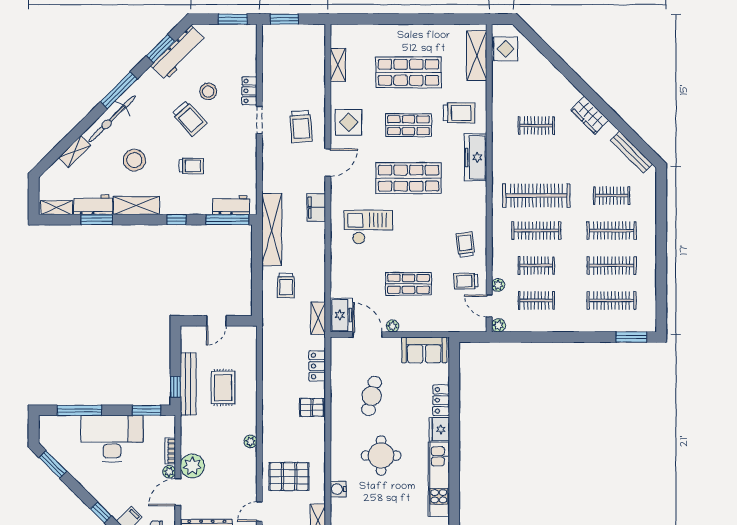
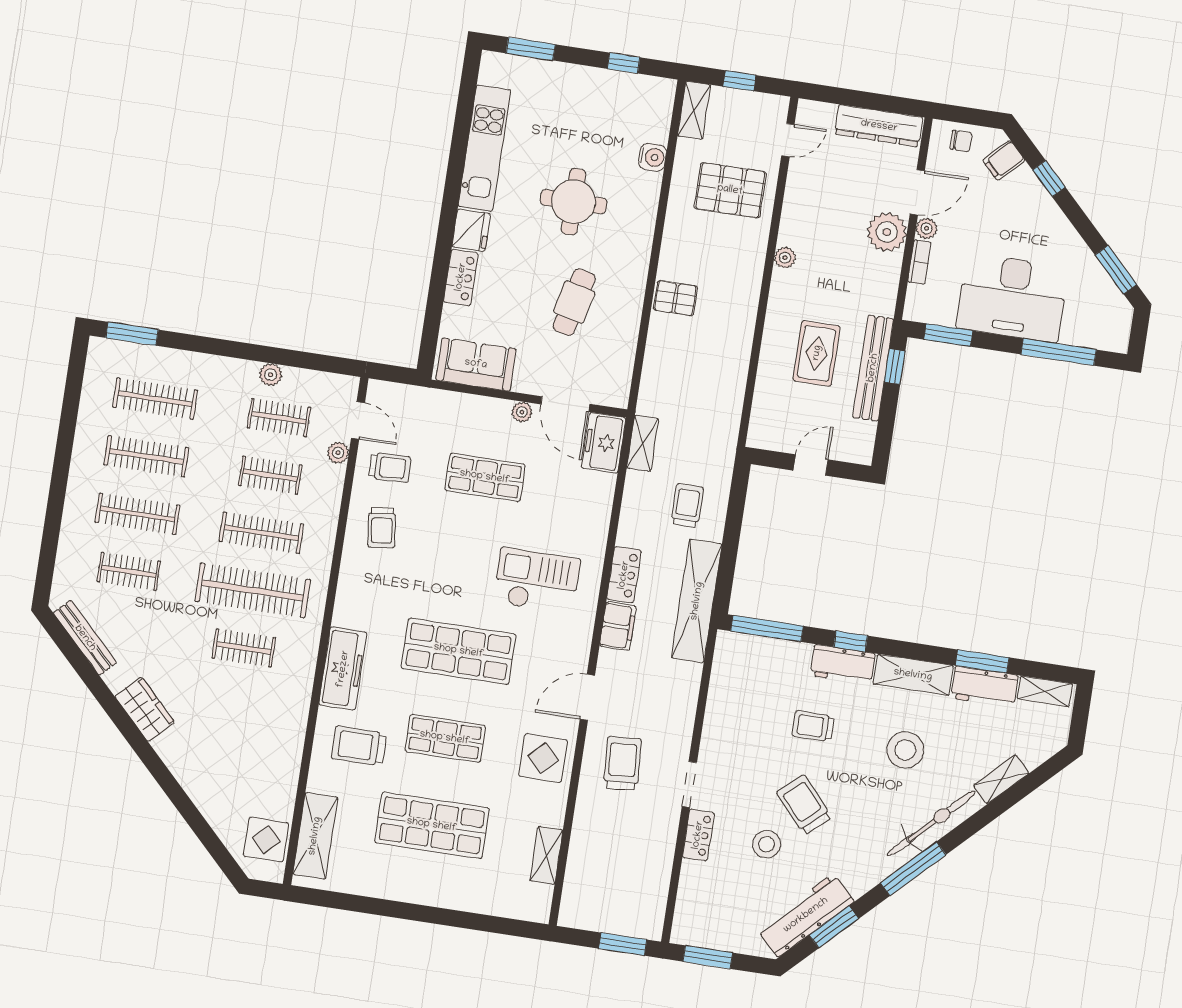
clothes rail: (536, 126) -> (244, 648), moved
workbench: (231, 205) -> (843, 664), moved
checkout: (368, 227) -> (537, 581), turned 180
plant: (498, 325) -> (271, 375), moved
locker: (317, 366) -> (624, 575), moved

